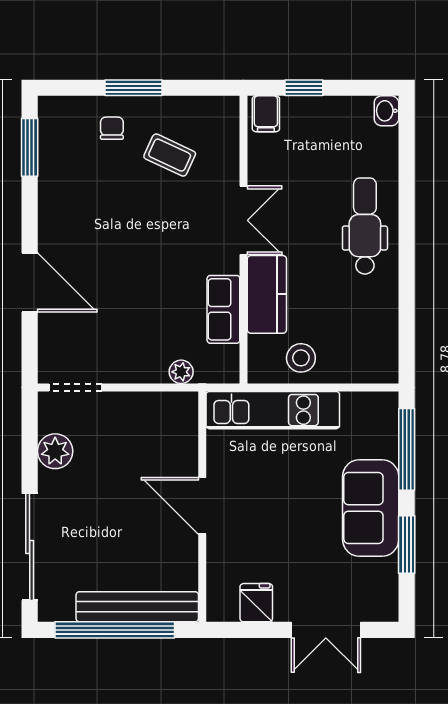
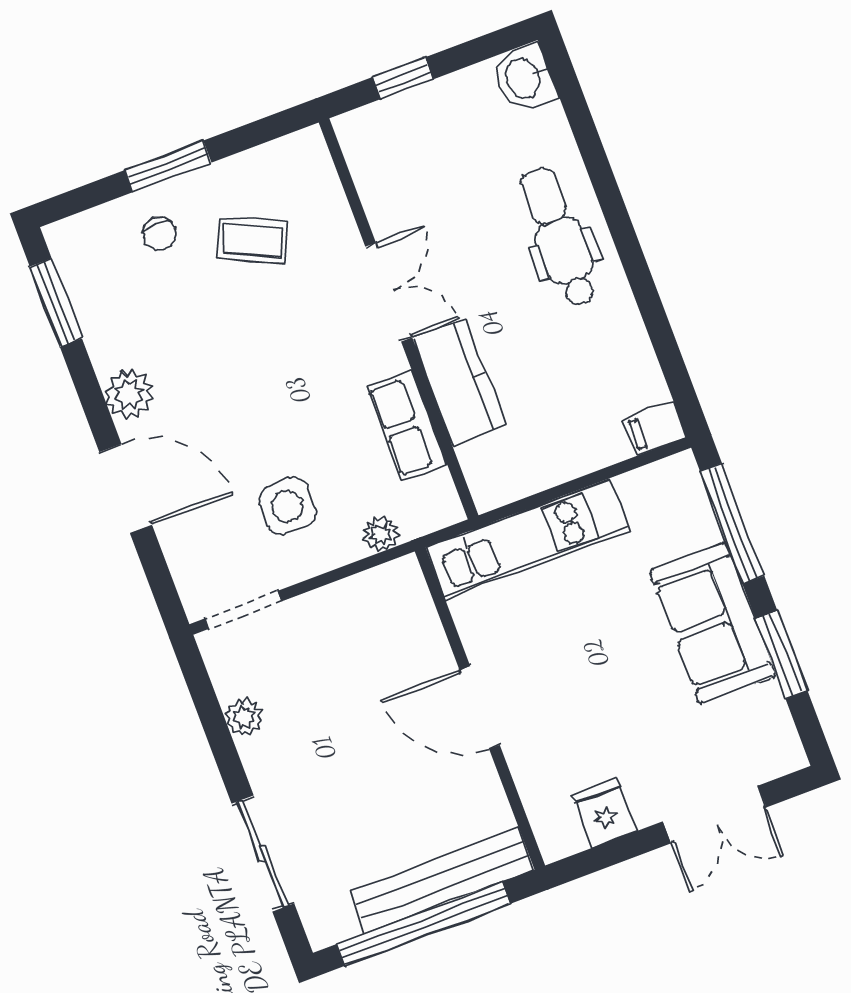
washbasin: (386, 111) -> (524, 78), width x1.38, depth x1.45
filing cabinet: (266, 114) -> (655, 428), moved, turned 90
chair: (112, 128) -> (159, 233), turned 180
plant: (54, 223) -> (129, 394), added
side table: (128, 332) -> (288, 506), added
stool: (301, 358) -> (539, 452), removed
plant: (55, 451) -> (244, 717), width x0.73, depth x0.73
sliding door: (30, 547) -> (263, 854), width x0.73

